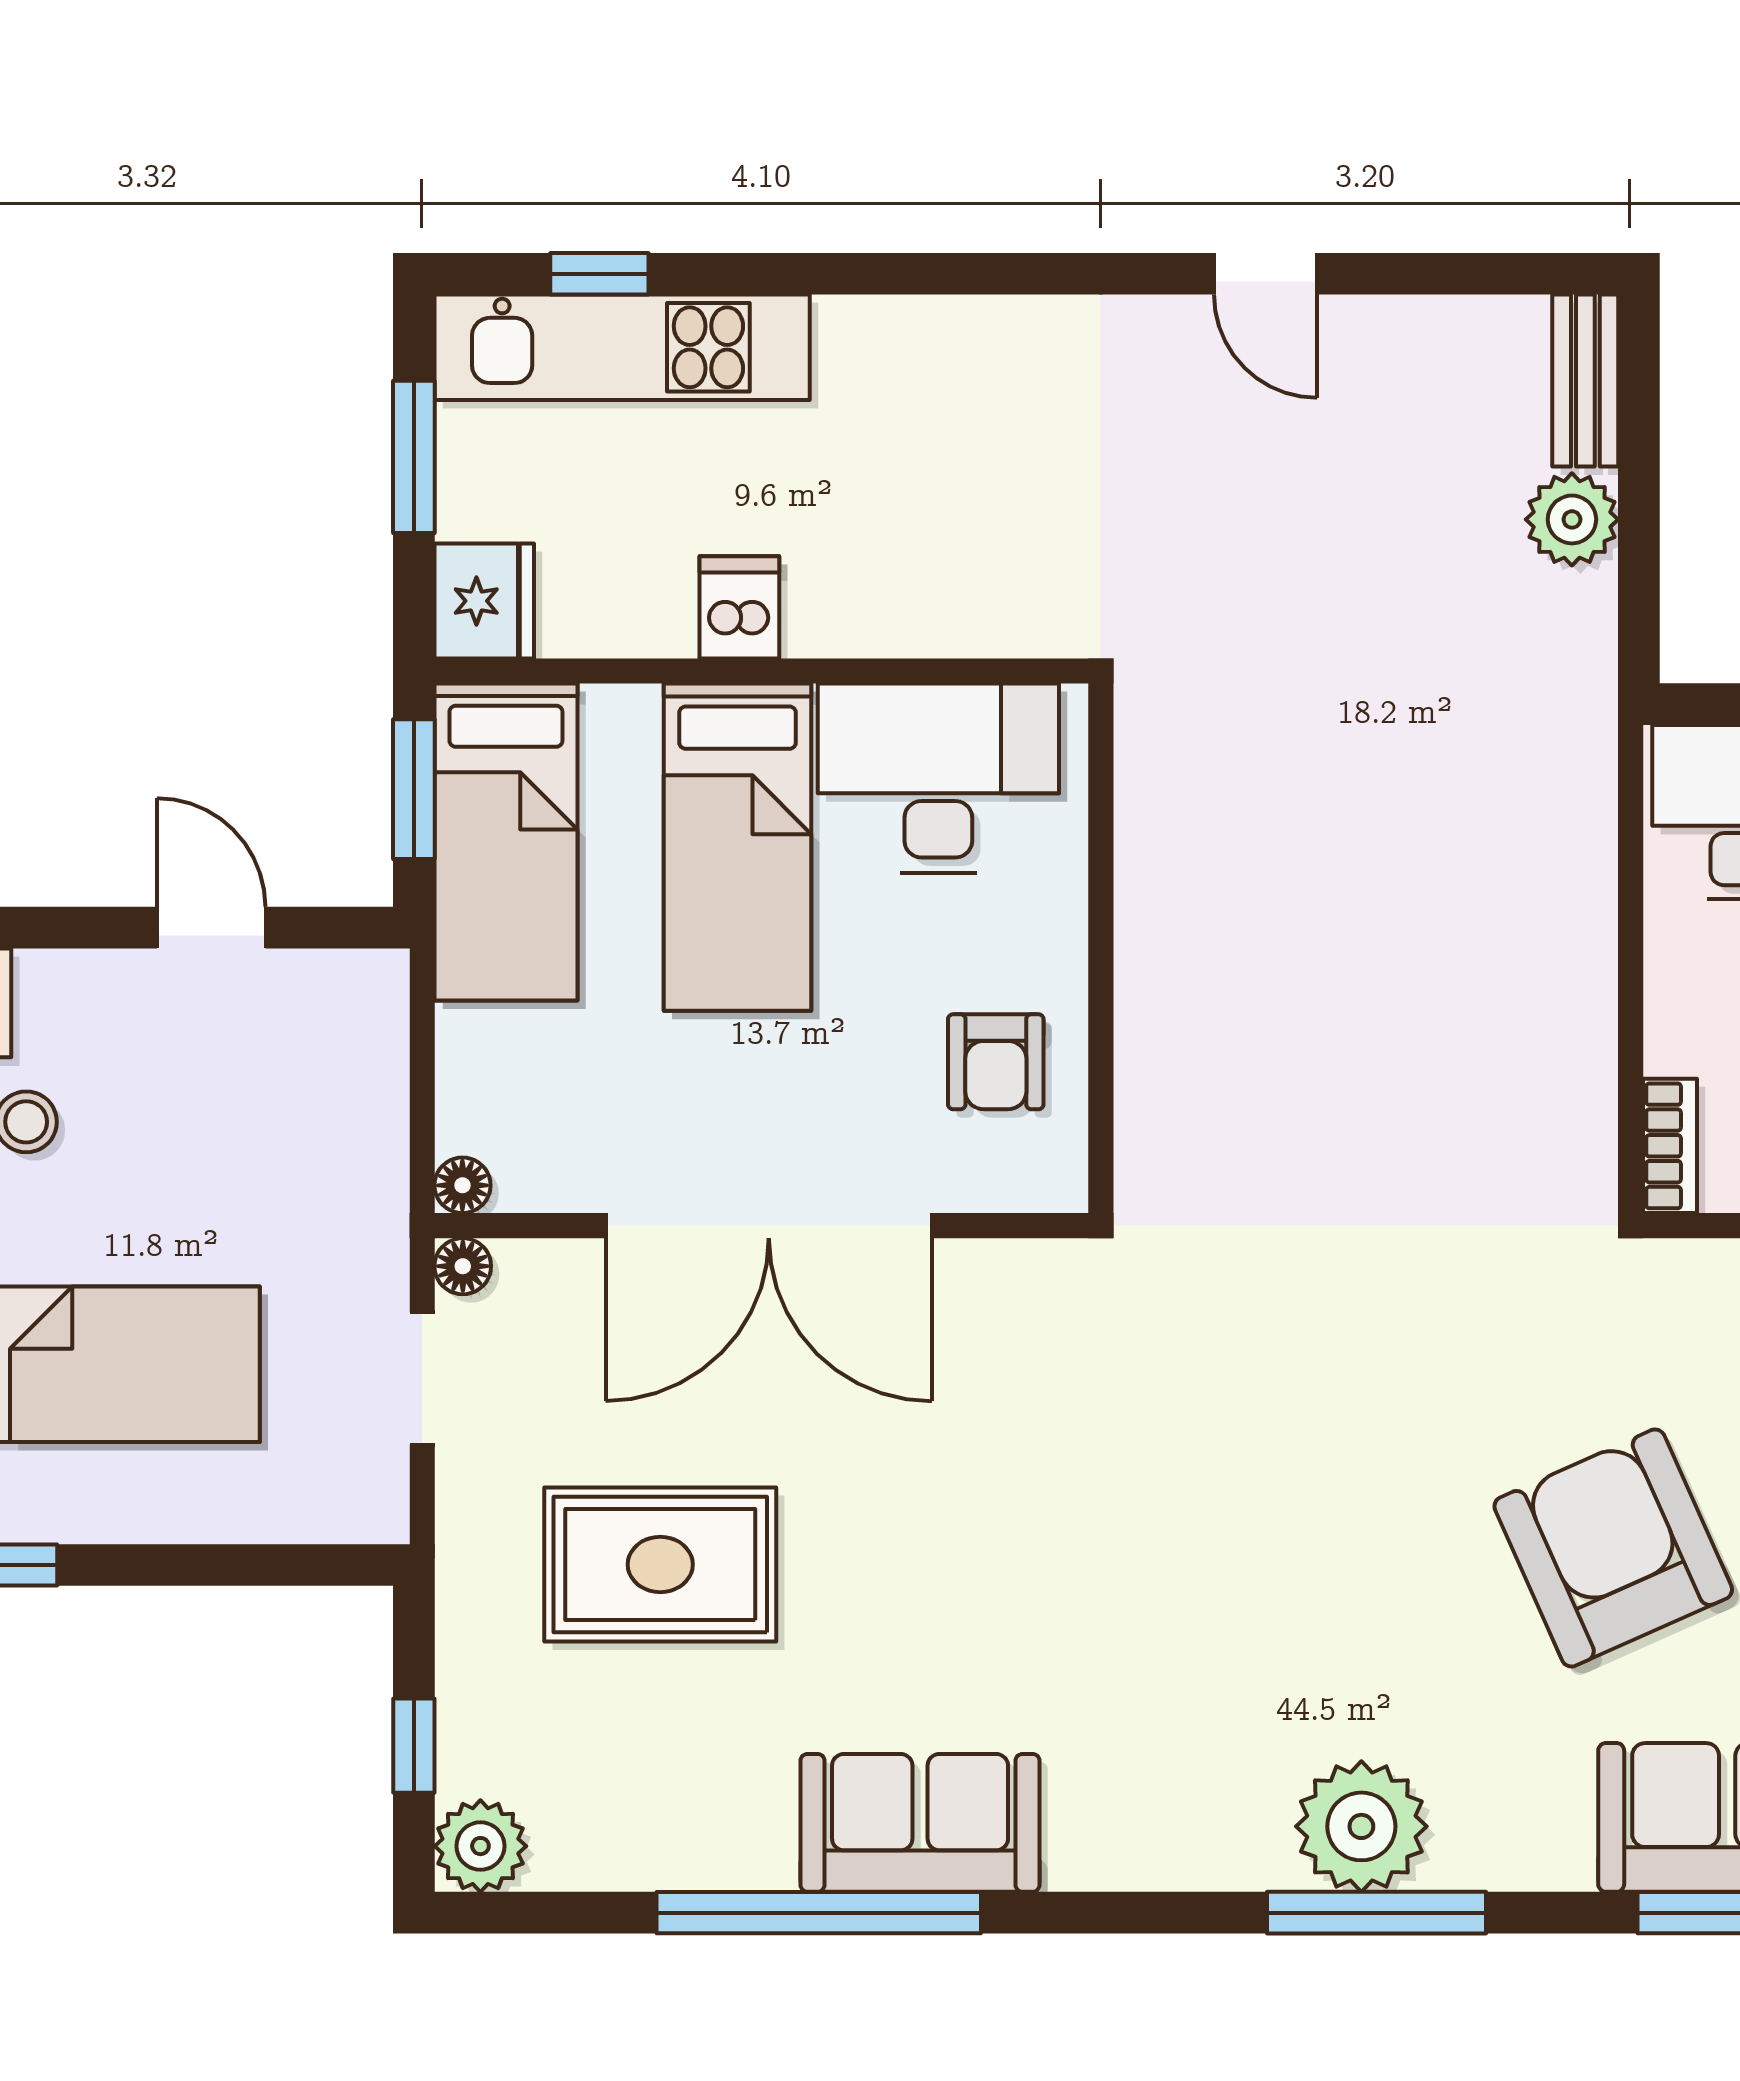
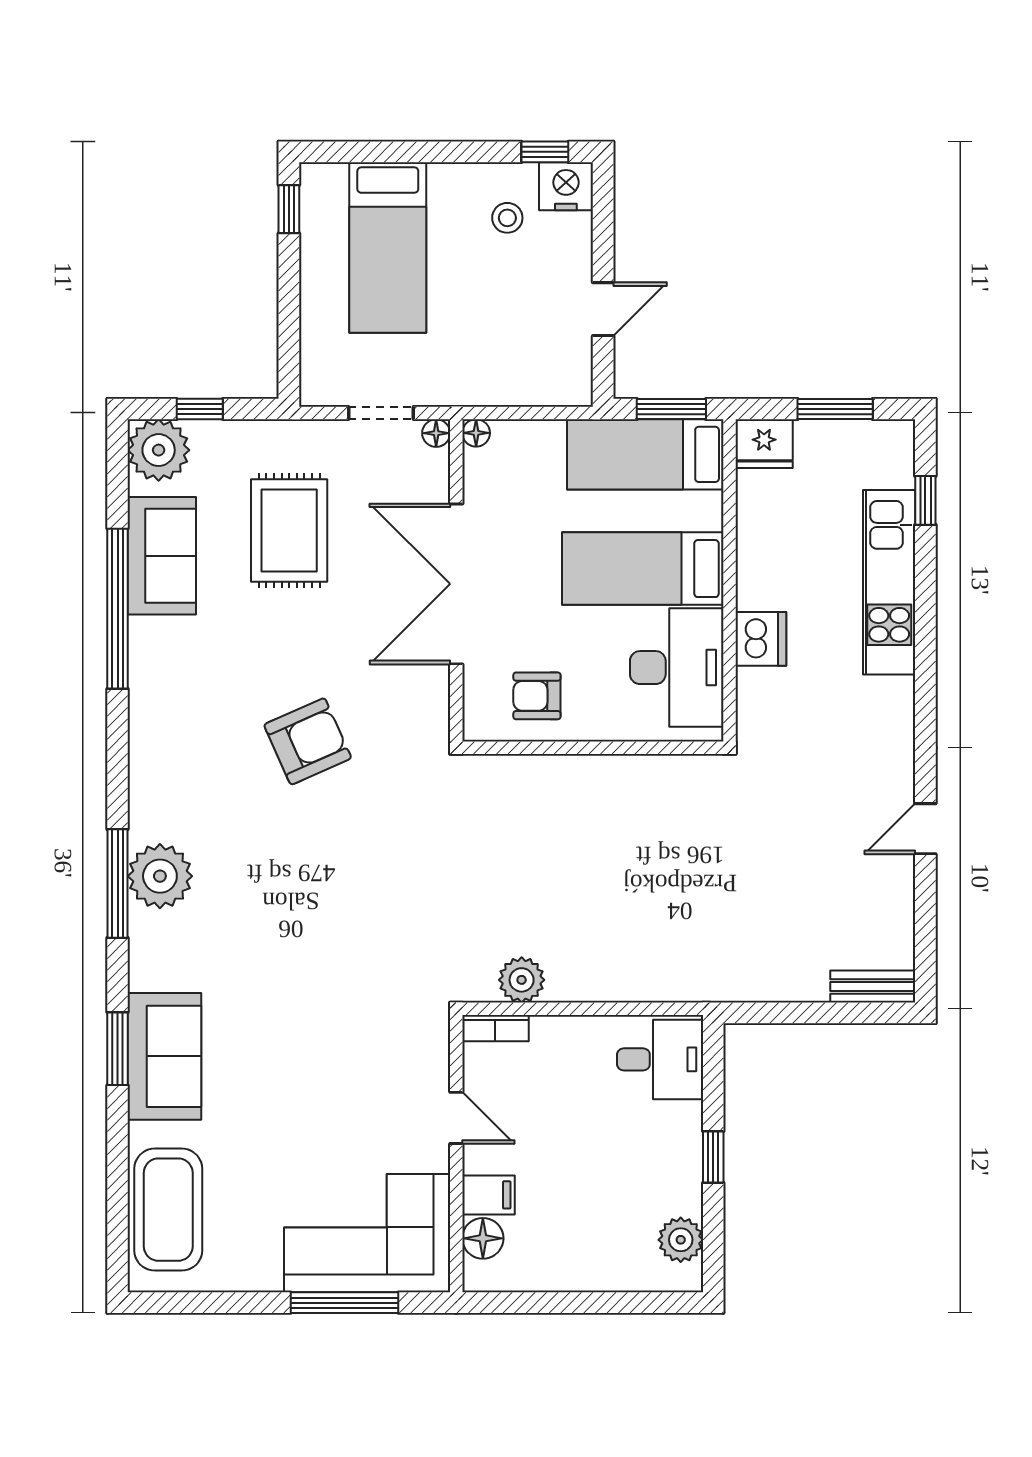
kitchen unit: (622, 347) -> (889, 582), moved
plant: (1572, 519) -> (522, 980), moved
dishwasher: (739, 607) -> (761, 639), moved, width x1.38
armchair: (1613, 1548) -> (308, 741), moved, width x0.73, depth x0.73
sofa: (920, 1823) -> (162, 556), moved
plant: (480, 1846) -> (159, 450), width x1.36, depth x1.36

